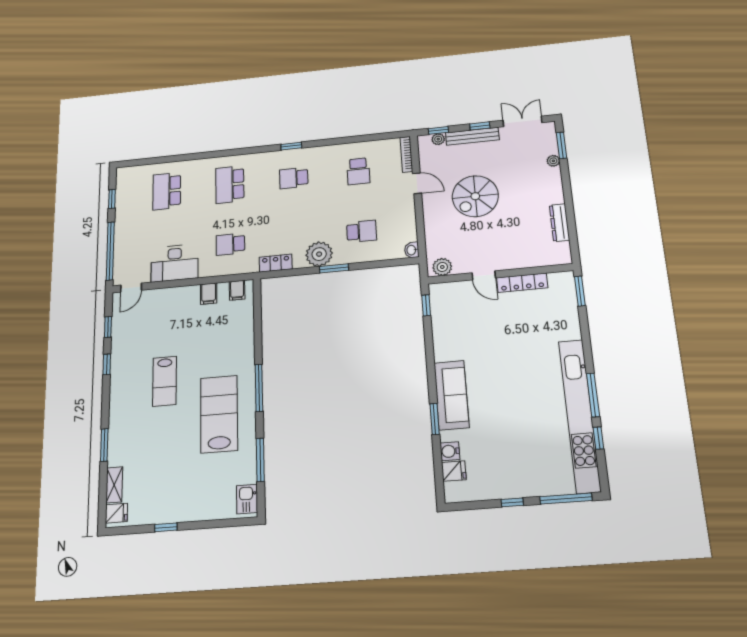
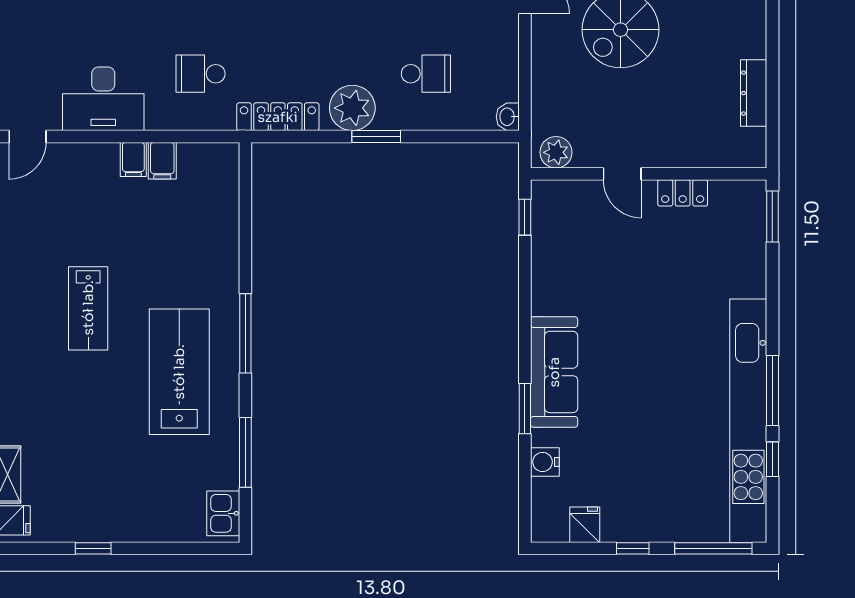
locker: (276, 263) -> (278, 117), width x1.53
locker: (522, 283) -> (683, 193), width x0.66
filing cabinet: (237, 290) -> (133, 159), moved
fridge: (454, 471) -> (585, 525), moved, turned -90

